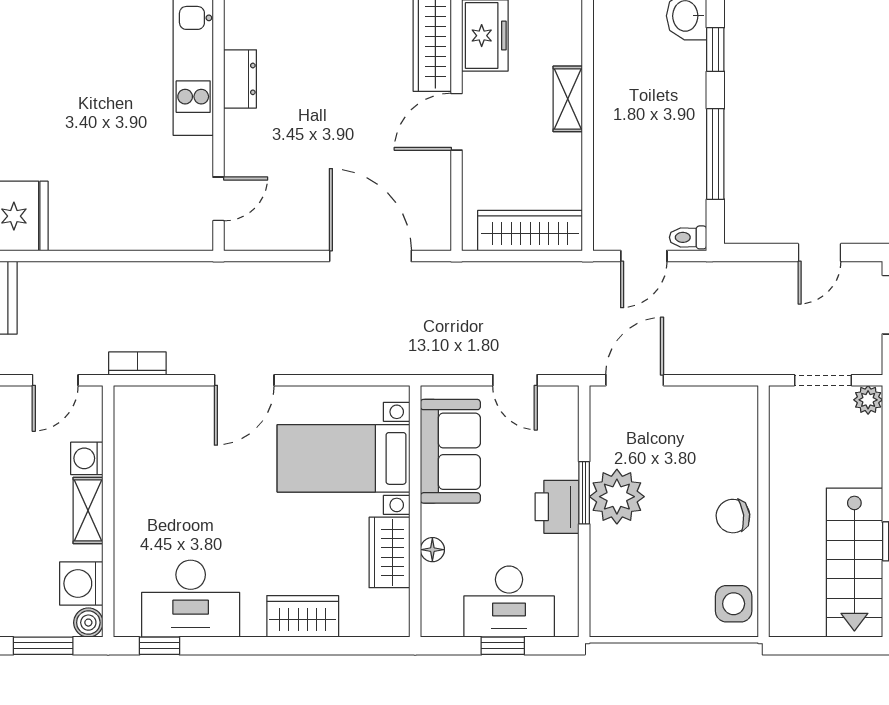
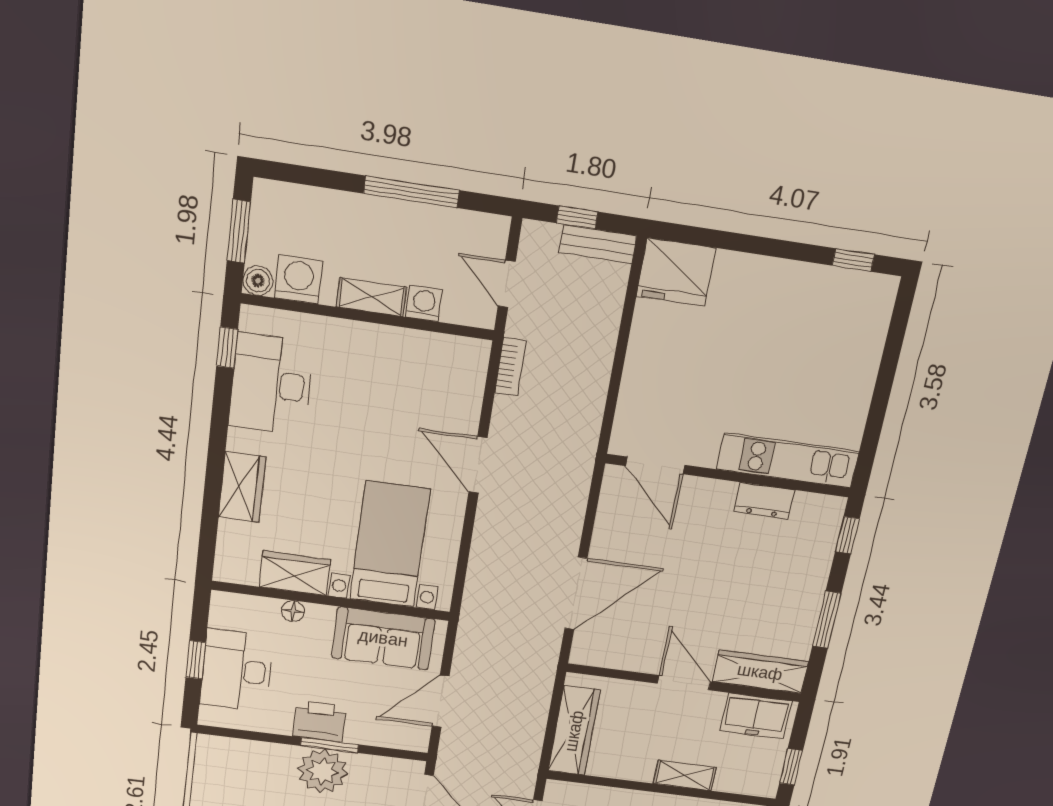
door: (219, 199) -> (655, 465), width x1.38
door: (515, 380) -> (441, 701), width x1.38

